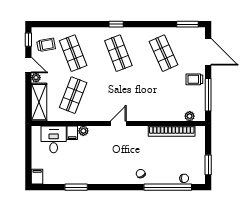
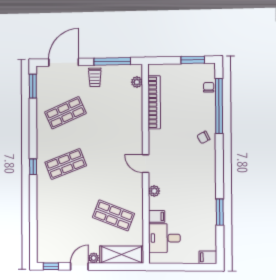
trolley: (46, 45) -> (56, 246), removed
shop shelf: (73, 53) -> (66, 215), removed
plant: (83, 131) -> (154, 191), moved

